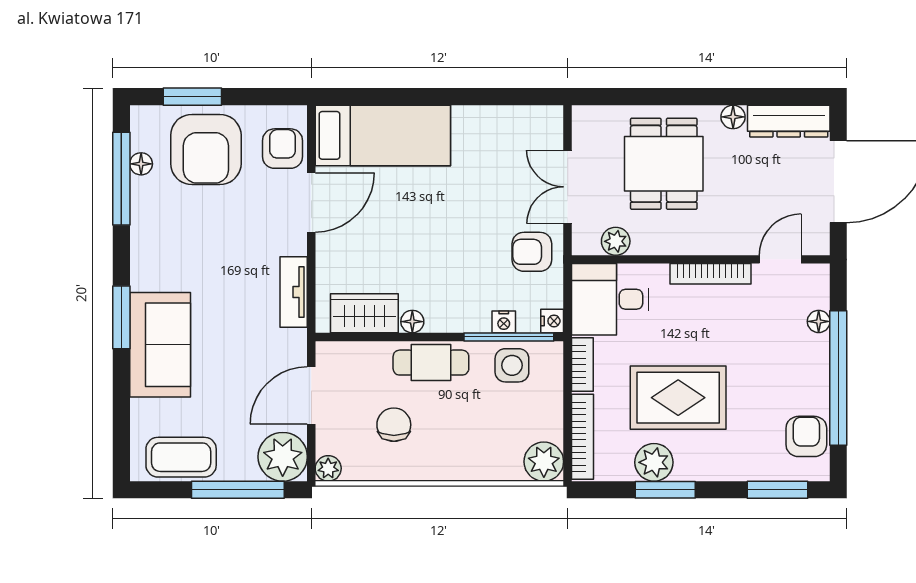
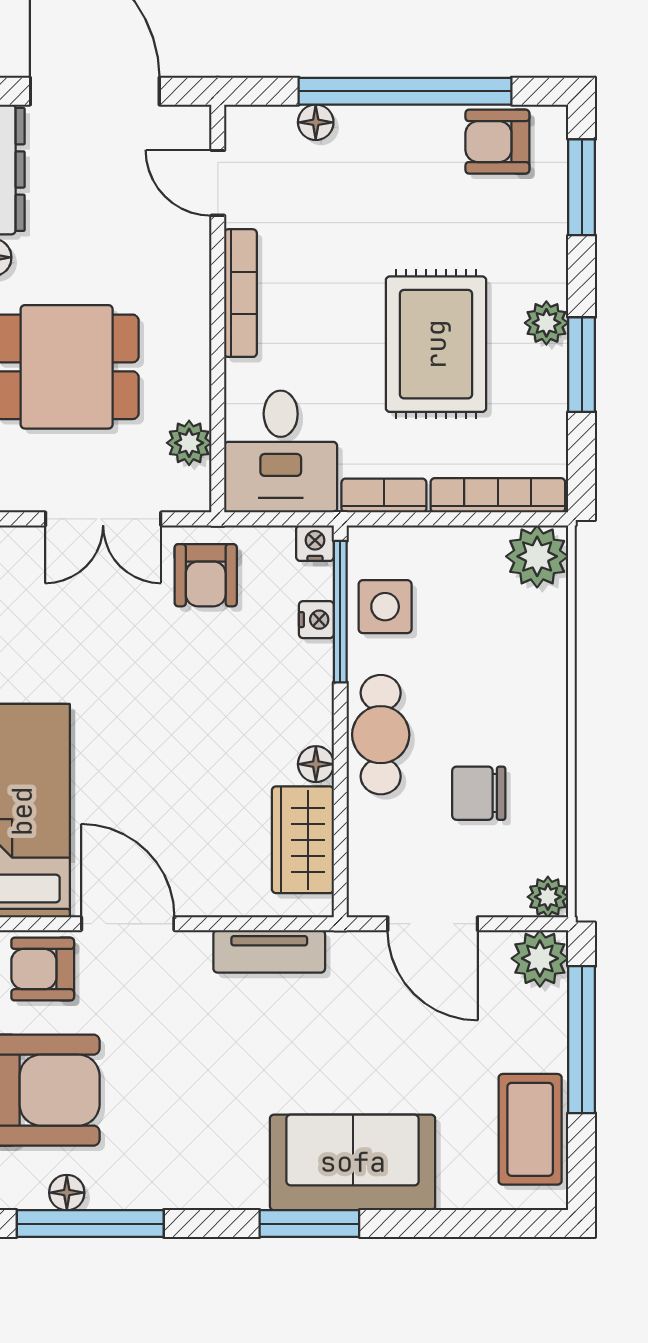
plant: (283, 457) -> (540, 958), width x0.73, depth x0.73
plant: (654, 462) -> (546, 323), moved, width x0.73, depth x0.73

